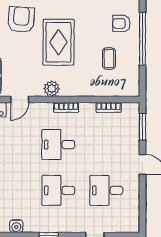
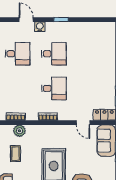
plant: (52, 89) -> (19, 131), moved
door: (20, 99) -> (83, 123), swing flipped
water cooler: (16, 226) -> (40, 27), moved

